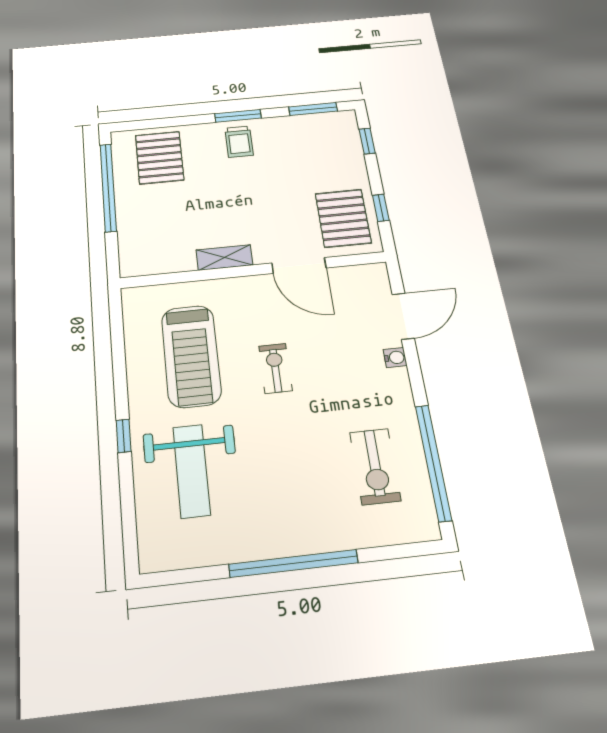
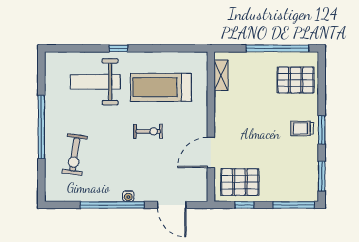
window: (367, 141) -> (294, 205), width x2.17
shelving: (224, 257) -> (221, 75), moved
water cooler: (395, 358) -> (128, 196), moved
window: (433, 462) -> (112, 205), moved
exercise bike: (375, 466) -> (75, 155), moved, turned -82

